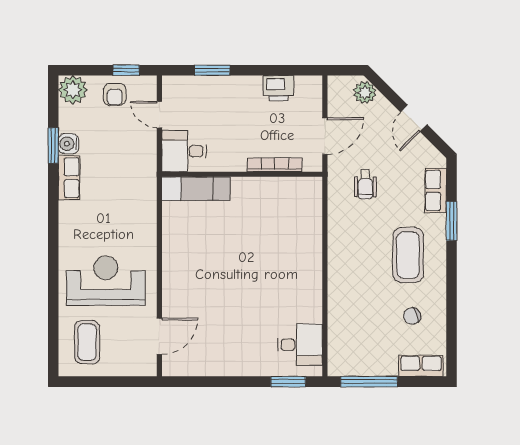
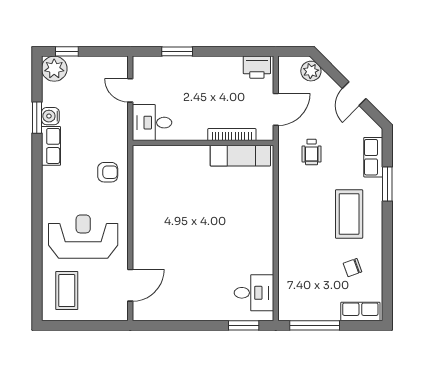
window: (126, 70) -> (67, 51), moved
printer: (278, 88) -> (257, 67), moved
armchair: (115, 94) -> (108, 172), moved, turned -90
exam couch: (196, 189) -> (240, 156), moved

